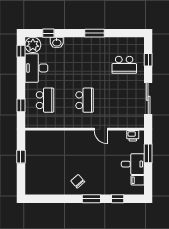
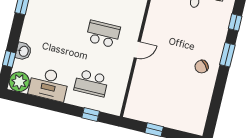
window: (21, 51) -> (23, 98), removed
school desk: (45, 100) -> (91, 83), turned 180
door: (101, 129) -> (137, 50), moved

